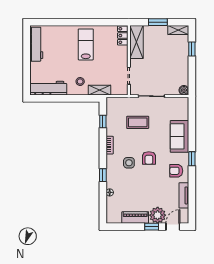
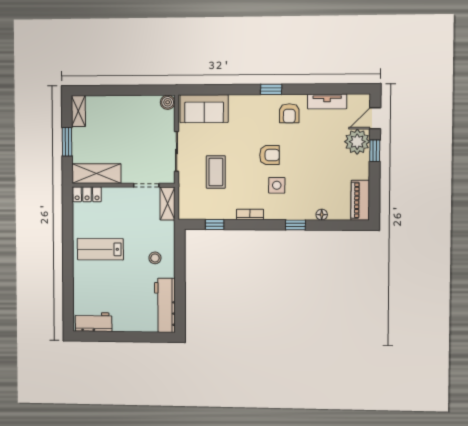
workbench: (36, 44) -> (94, 322), width x0.73
window: (192, 49) -> (106, 90), removed
shelving: (100, 90) -> (168, 203), moved
sofa: (180, 136) -> (204, 109), moved
piano: (135, 217) -> (360, 200), moved
door: (173, 227) -> (375, 118), hinge flipped

